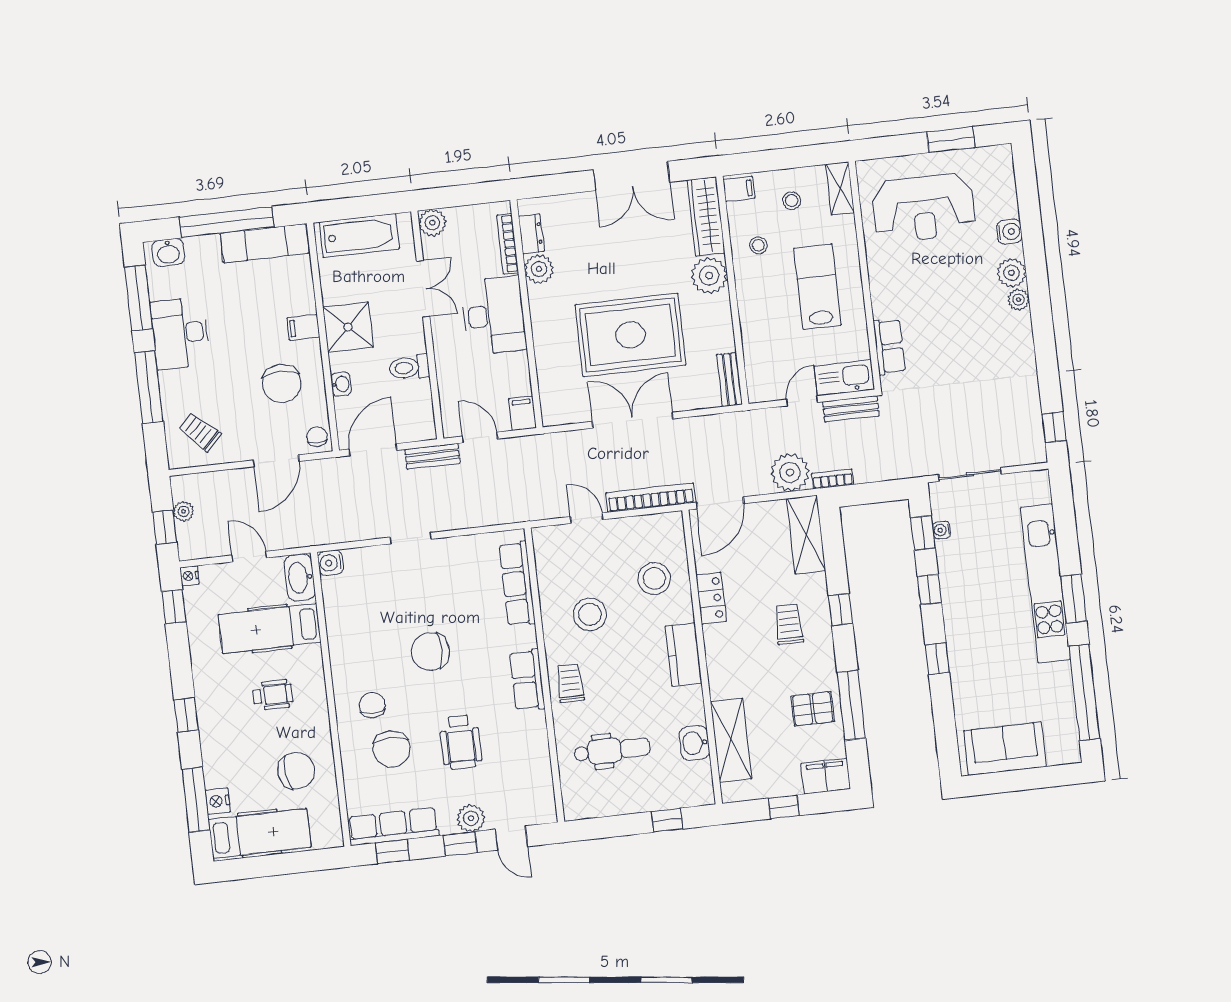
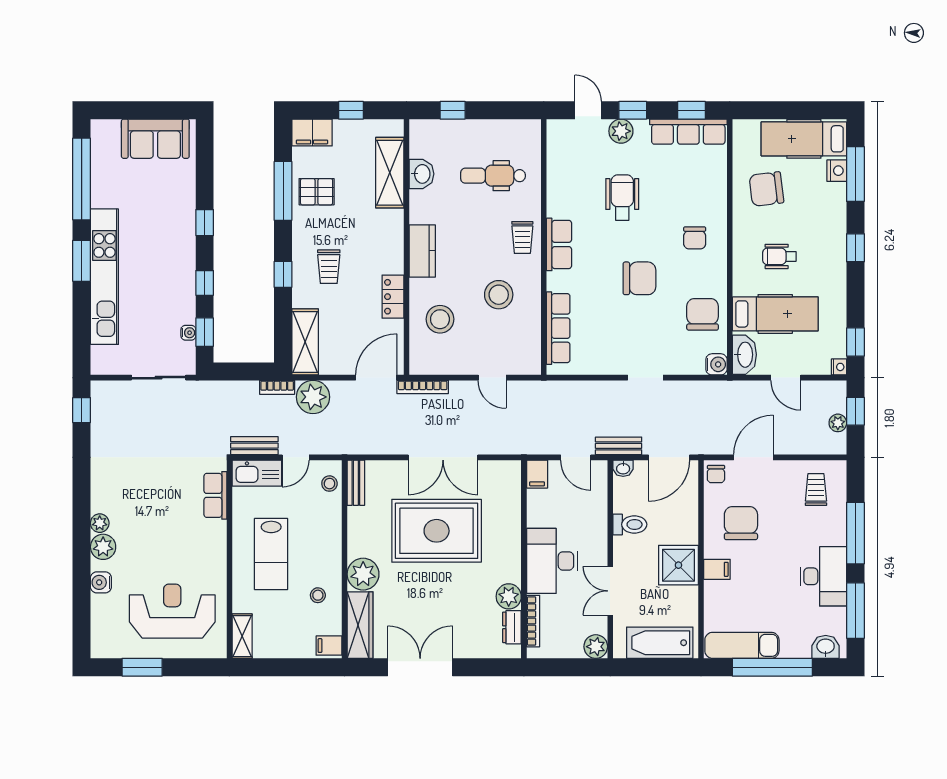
stool: (792, 201) -> (329, 484), moved
washbasin: (341, 384) -> (623, 468), moved, turned -90
trolley: (200, 432) -> (816, 490), turned -134
bookcase: (651, 498) -> (423, 387), width x0.68, depth x0.76
chair: (392, 749) -> (703, 314), moved

